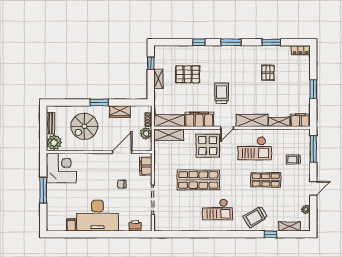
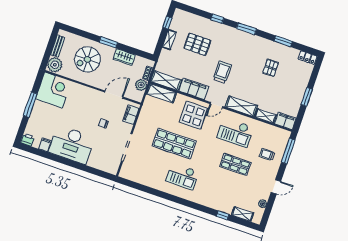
trolley: (255, 217) -> (215, 195), removed
printer: (135, 226) -> (27, 140), moved

